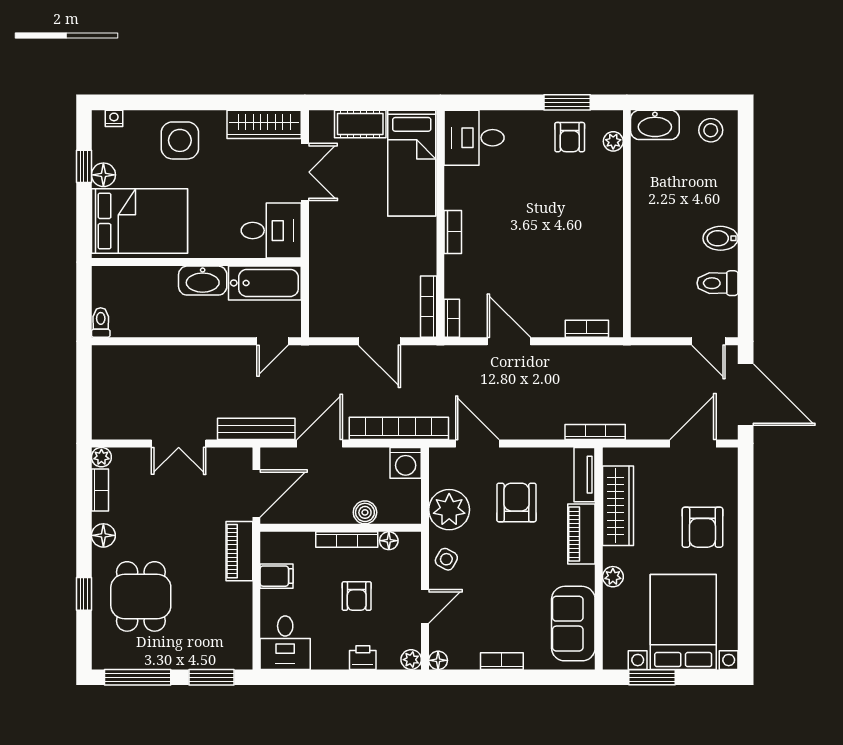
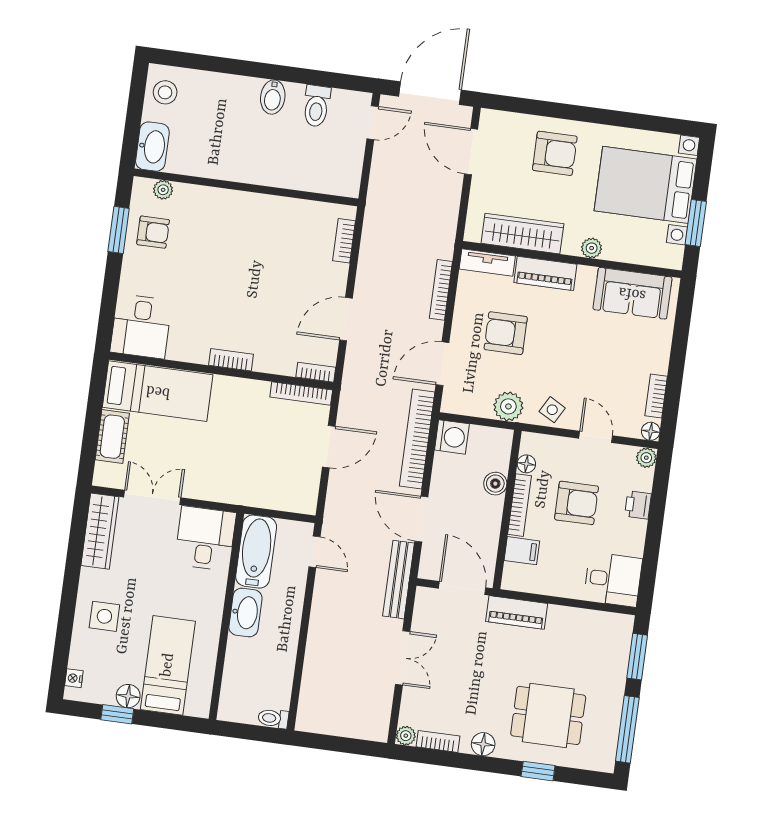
side table: (180, 140) -> (104, 616), width x0.73, depth x0.73
bed: (139, 221) -> (168, 665), width x0.67
bookcase: (595, 432) -> (441, 290), moved
plant: (449, 510) -> (508, 406), width x0.73, depth x0.73
filing cabinet: (277, 576) -> (522, 551), moved, turned 90
armchair: (357, 596) -> (577, 503), width x1.38, depth x1.38
bookcase: (502, 661) -> (656, 396), moved

